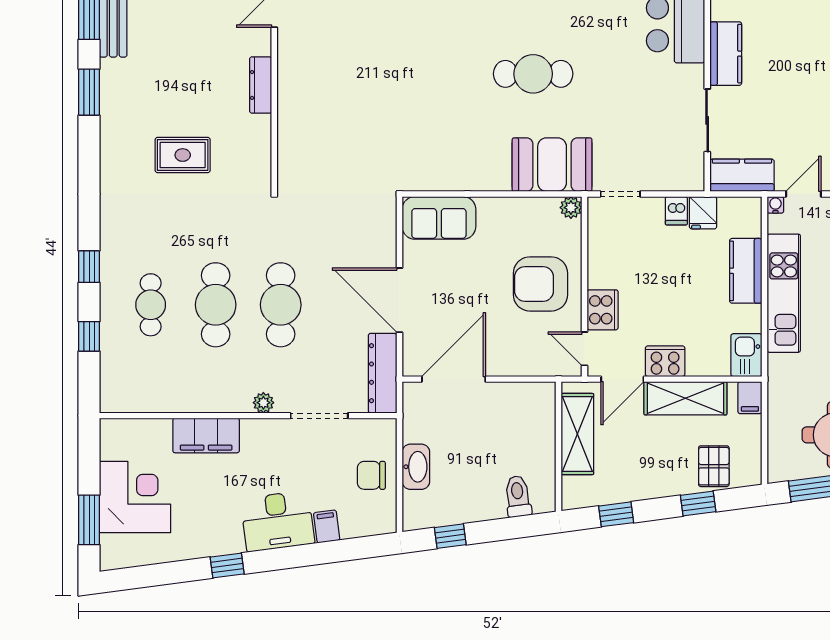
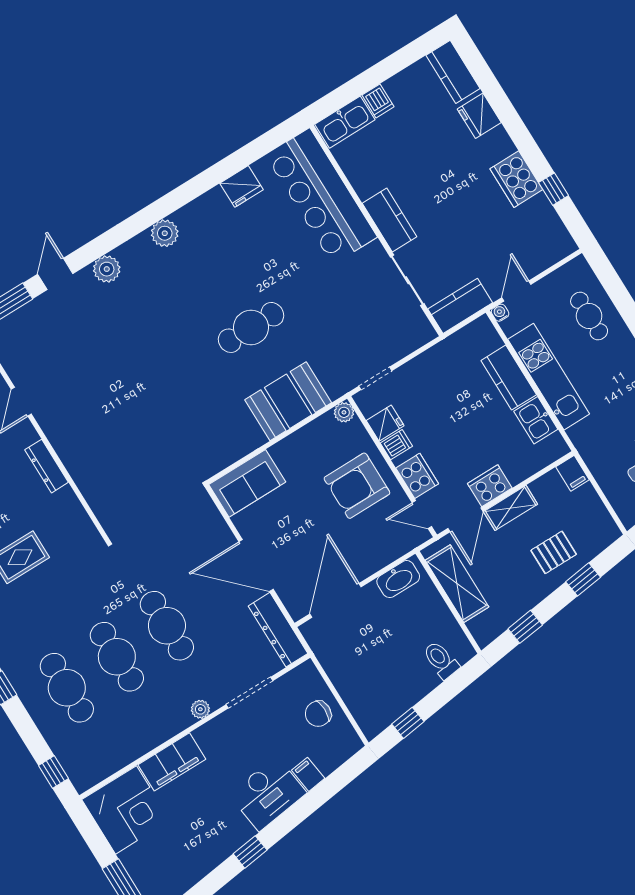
booth: (552, 165) -> (288, 401), moved
dishwasher: (676, 211) -> (396, 445), moved, turned -90
fridge: (703, 213) -> (385, 423), moved, turned -90
cafe table: (151, 305) -> (67, 688), width x1.37, depth x1.35
window: (89, 336) -> (53, 772), moved
kitchen sink: (746, 355) -> (536, 420), moved
shelving: (685, 398) -> (510, 508), width x0.67, depth x0.75
pallet: (714, 466) -> (554, 552), moved, turned 90
washbasin: (416, 467) -> (398, 579), moved, turned 90
corner desk: (135, 497) -> (126, 810), moved, turned 90

